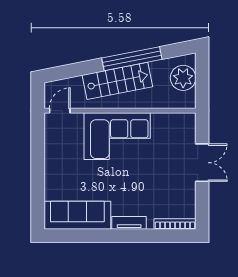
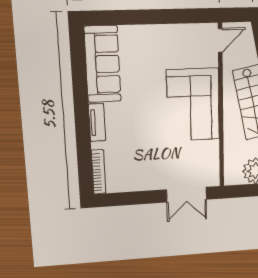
door: (60, 111) -> (220, 40), hinge flipped
double door: (202, 163) -> (186, 195), moved

